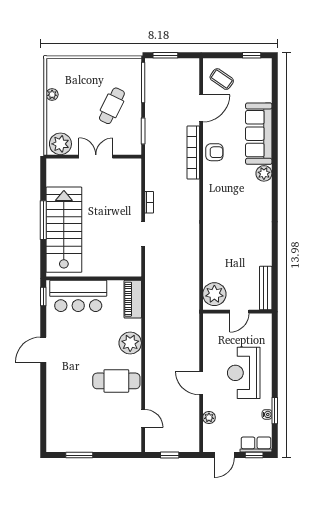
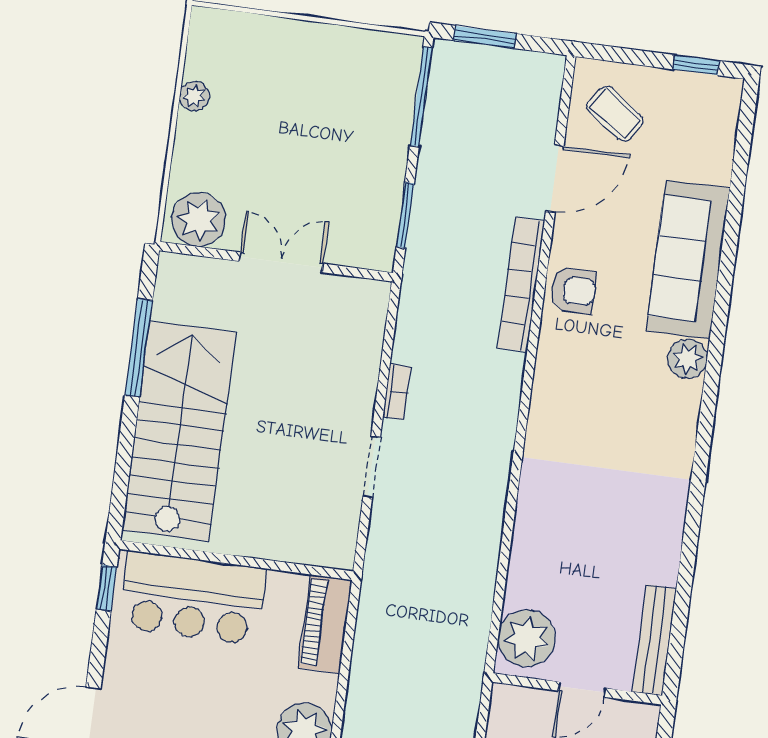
cafe table: (112, 106) -> (337, 143), removed
window: (43, 220) -> (139, 348), moved

